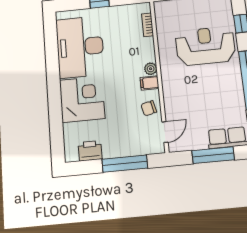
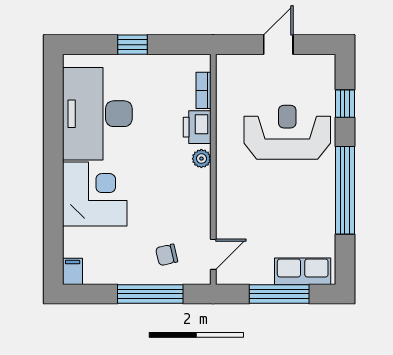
filing cabinet: (149, 83) -> (73, 271), moved, turned 90
chair: (149, 108) -> (167, 255), moved
printer: (90, 151) -> (197, 127), moved, turned -90

